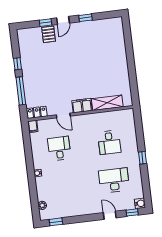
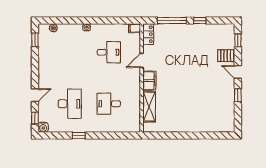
window: (45, 23) -> (238, 40), moved
window: (143, 158) -> (79, 135), moved

